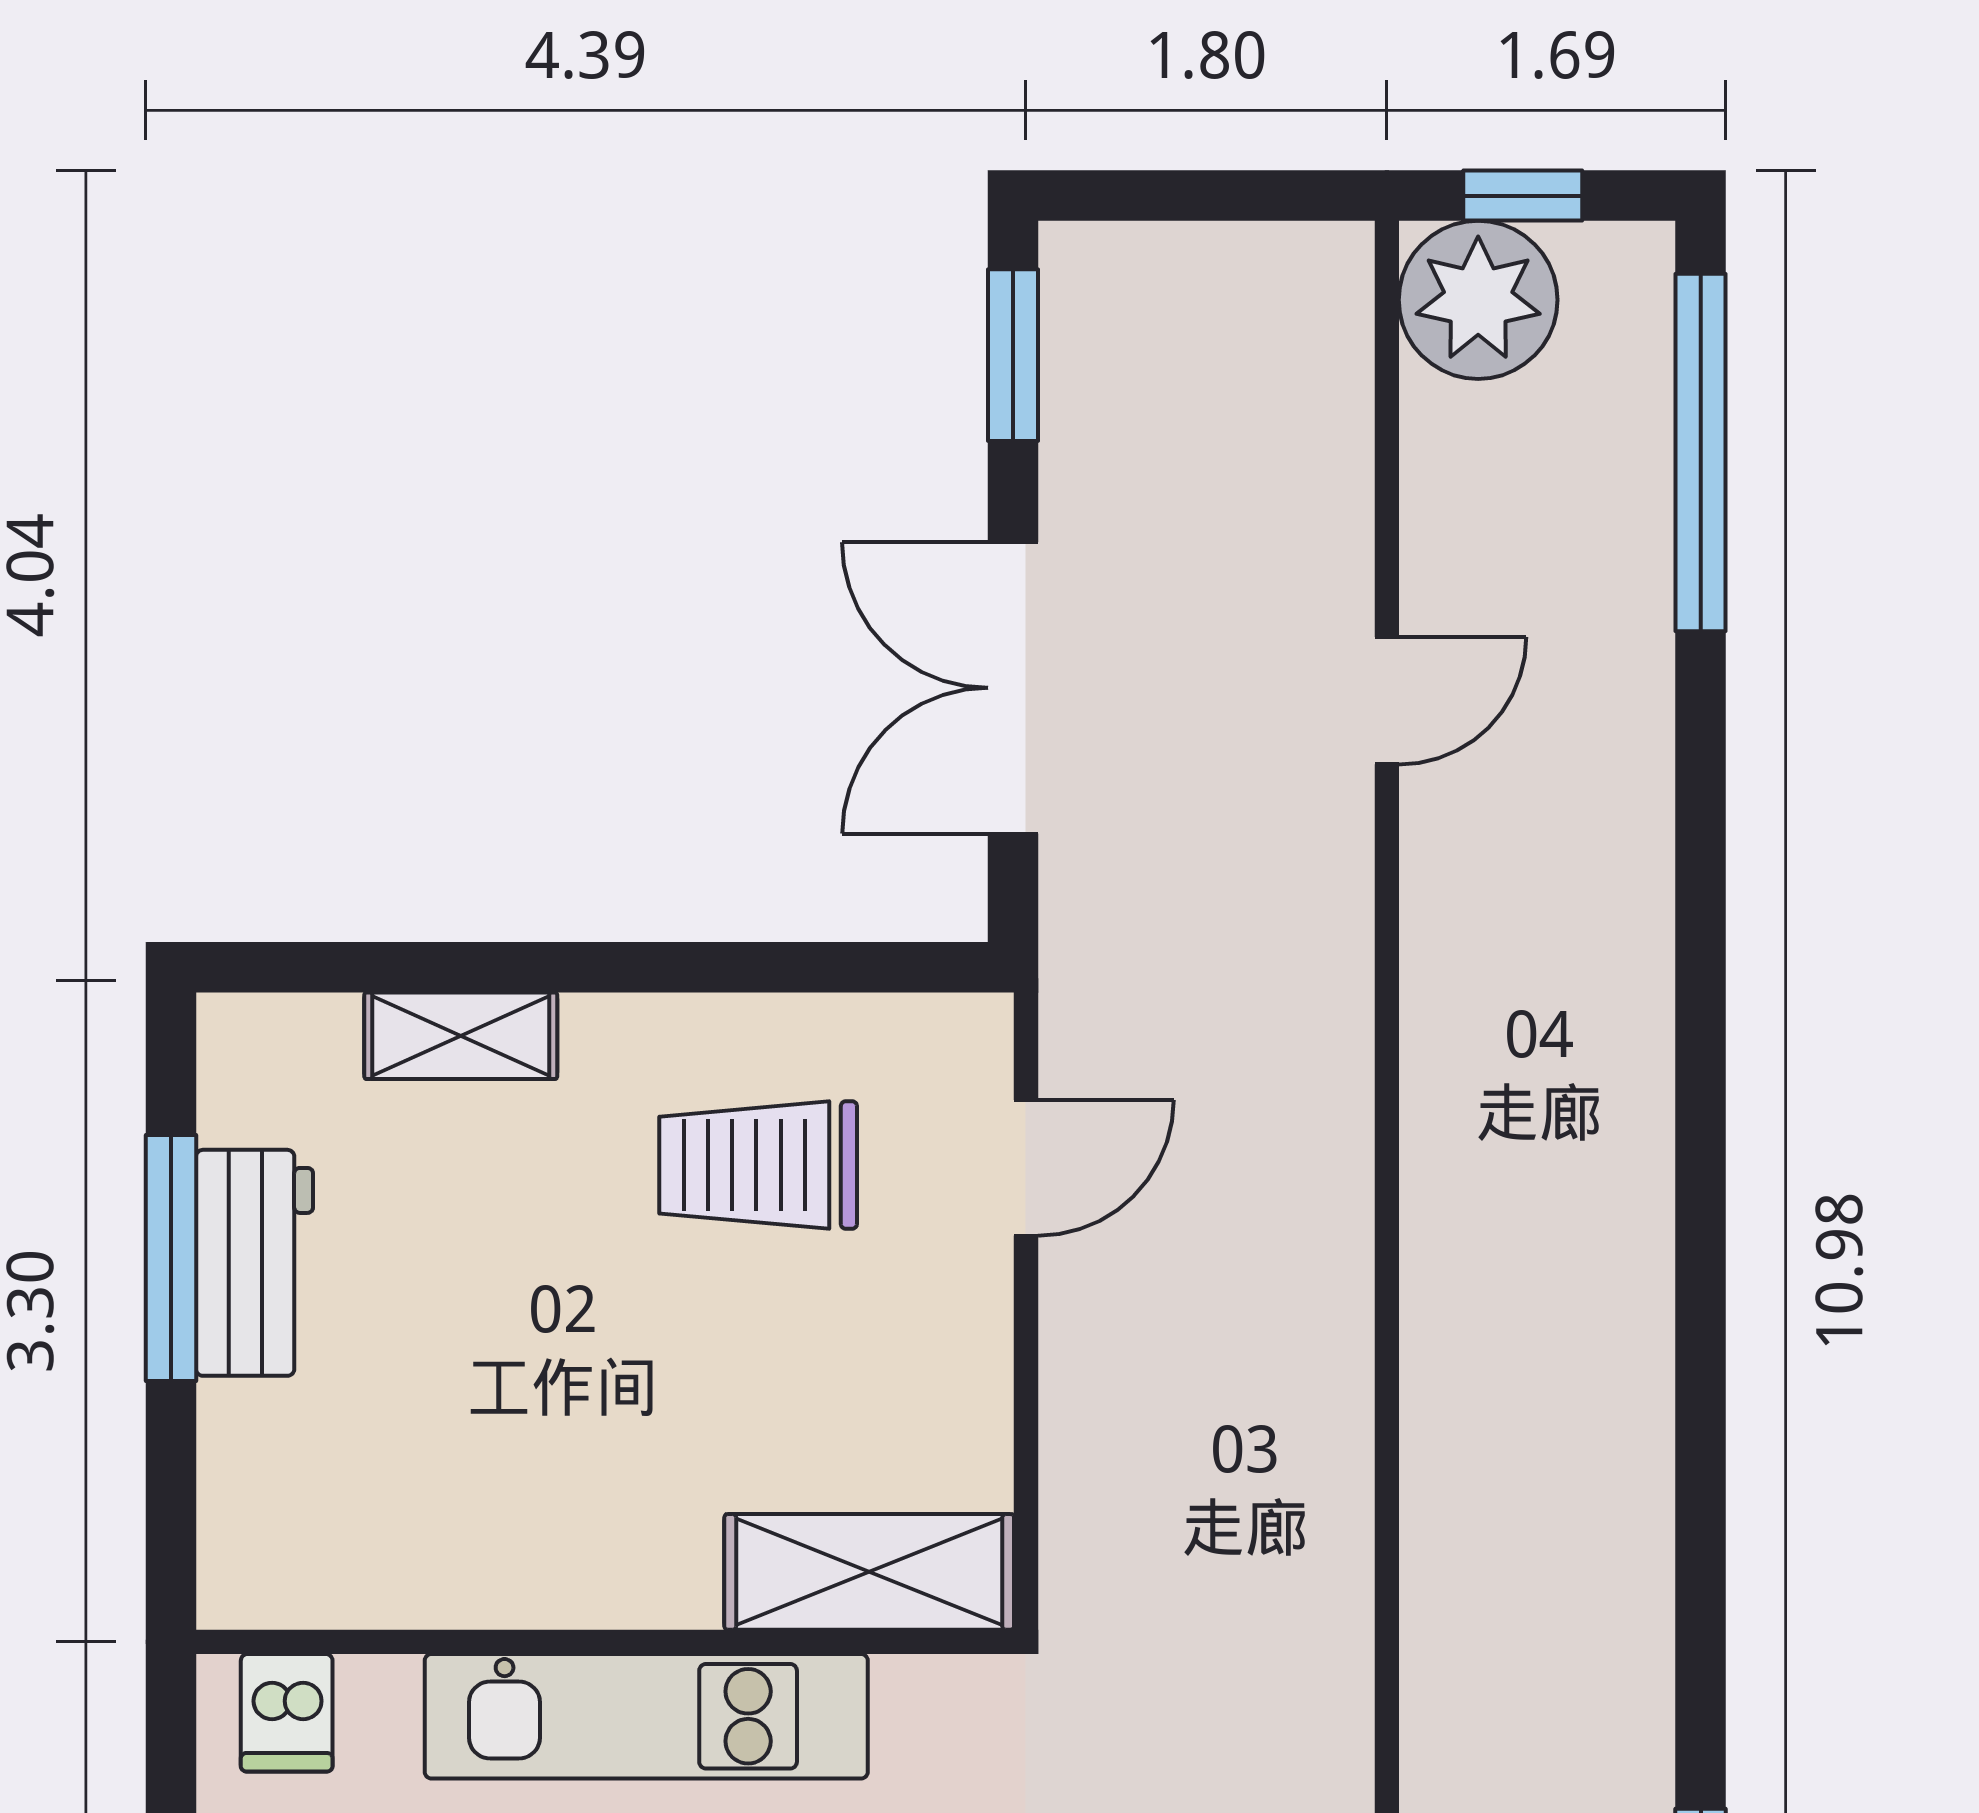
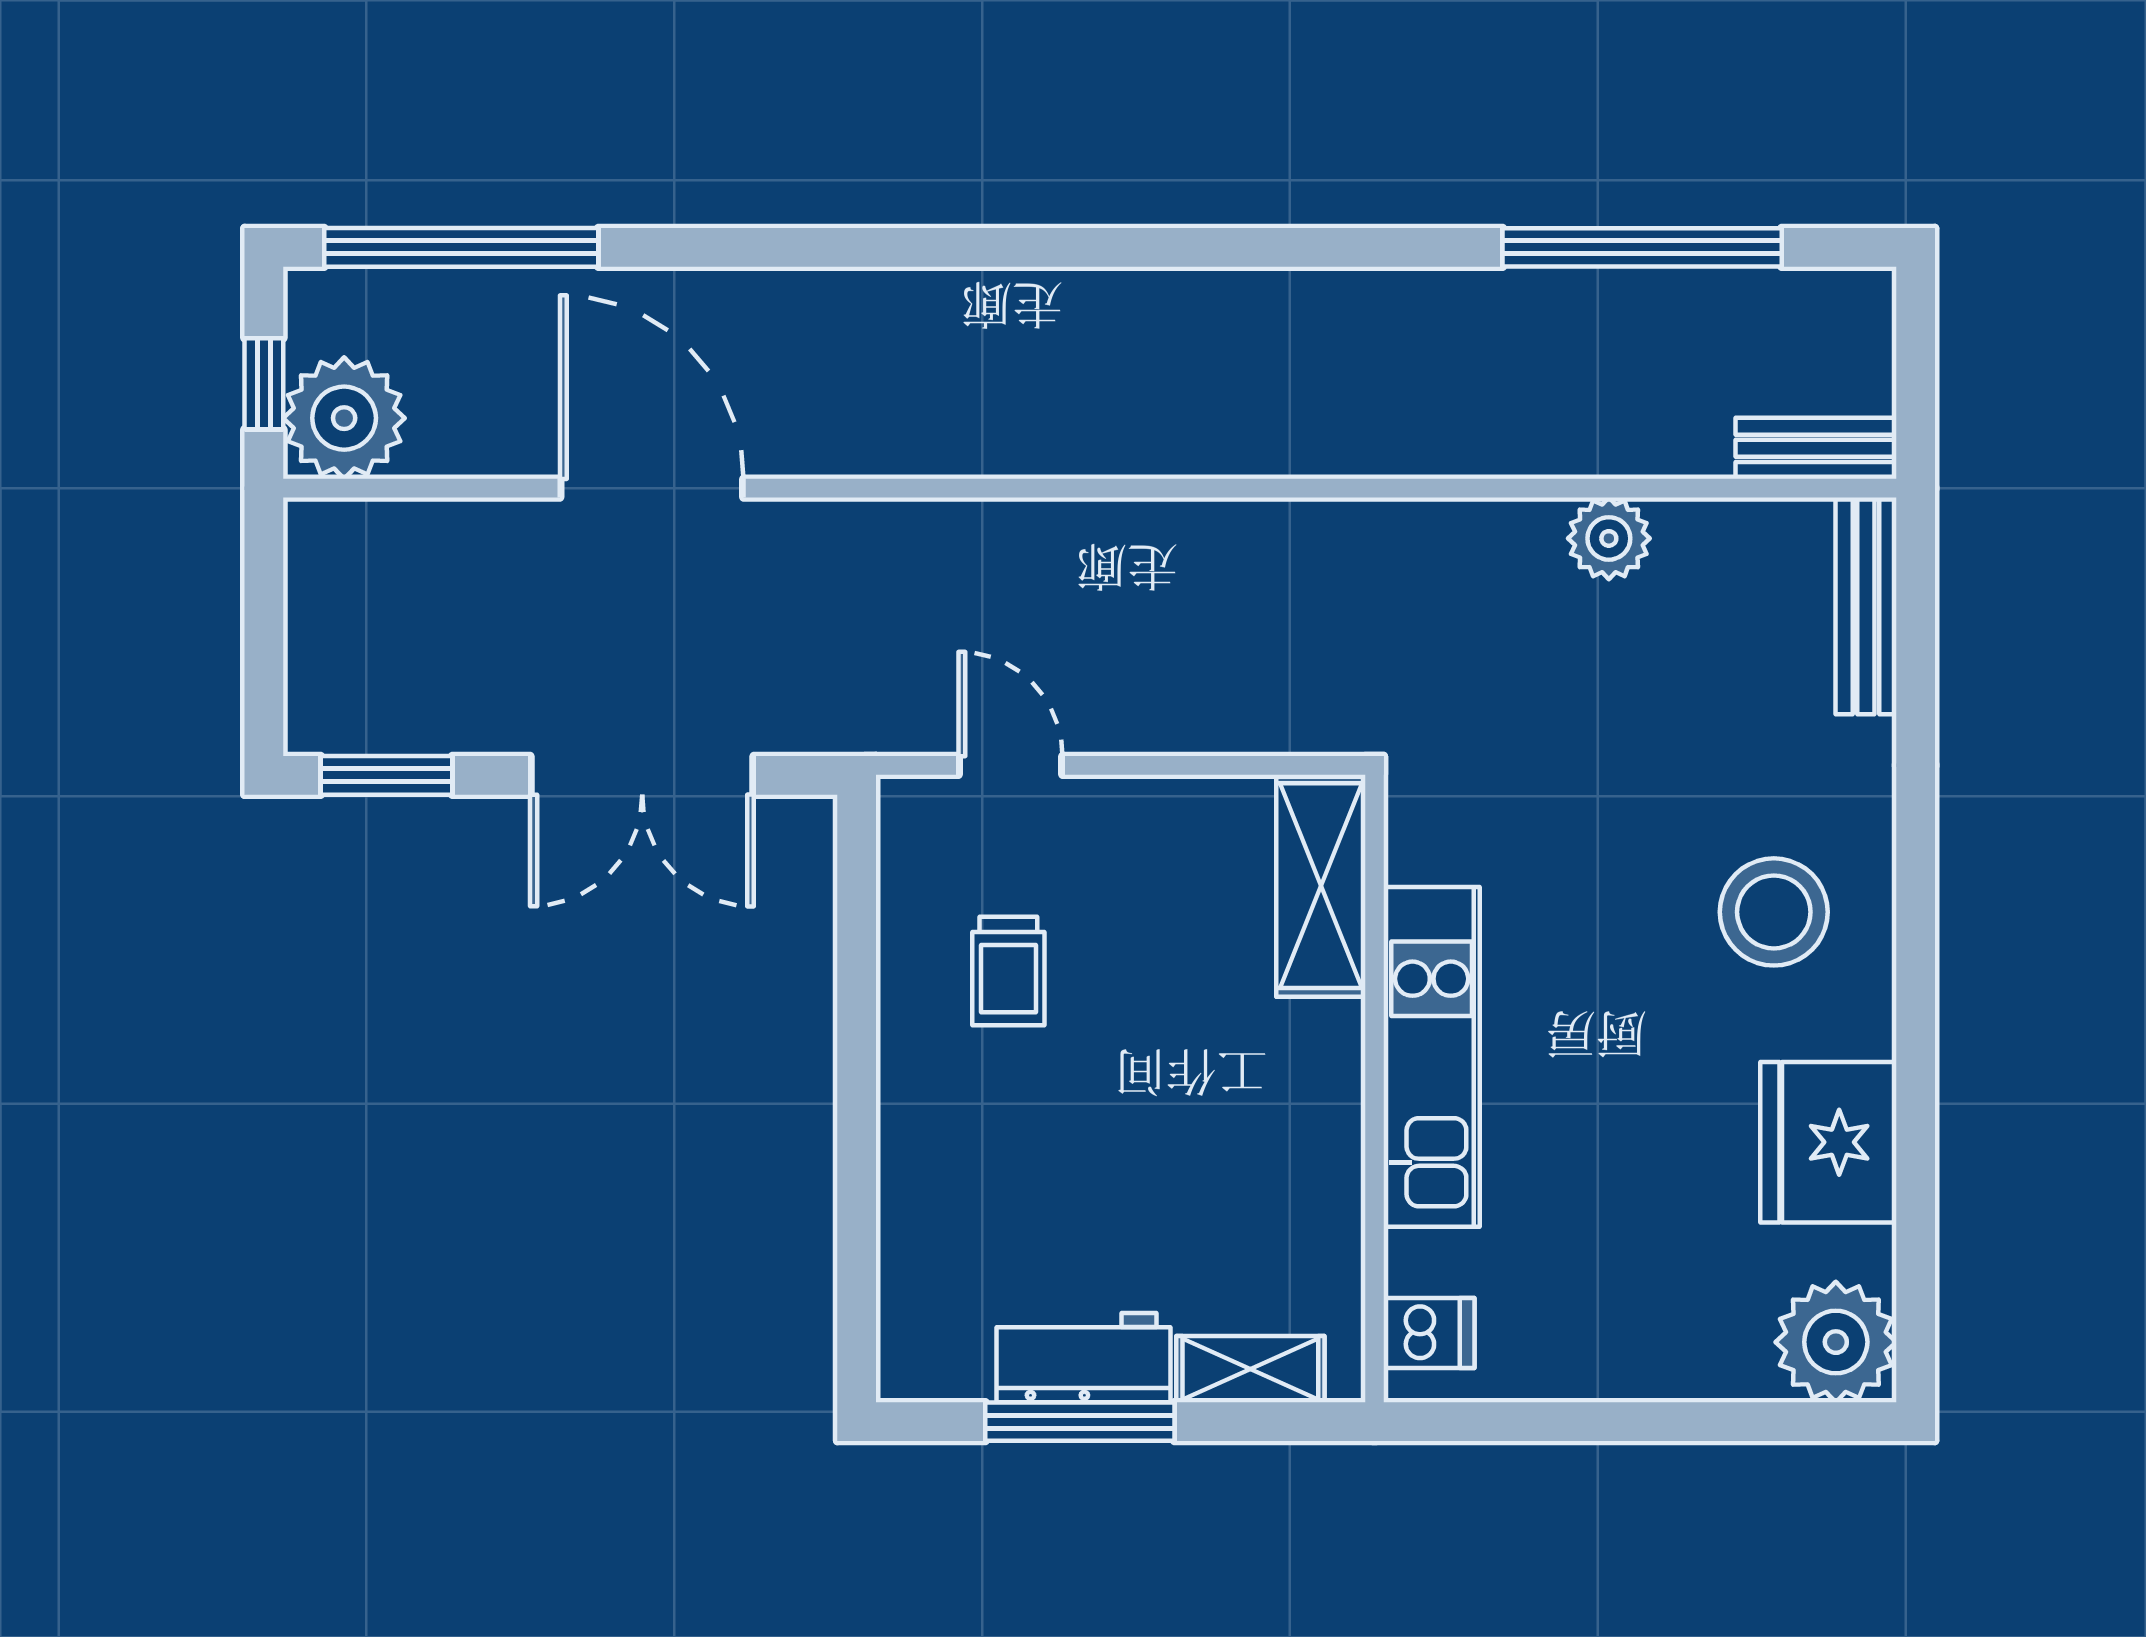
door: (1387, 701) -> (652, 488), width x1.88
shelving: (461, 1036) -> (1250, 1369), moved, turned 90
trolley: (758, 1165) -> (1008, 971), width x0.73, depth x0.72

